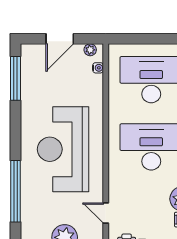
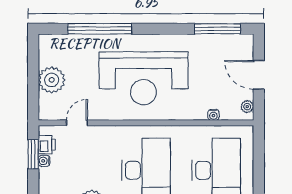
water cooler: (98, 68) -> (213, 115), moved
reception desk: (63, 149) -> (144, 78), turned 180

